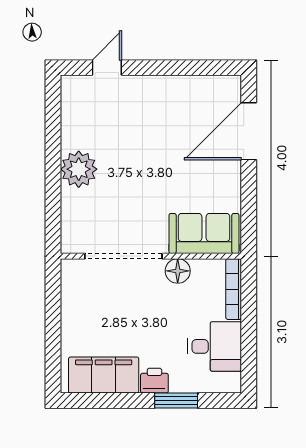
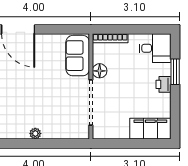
plant: (79, 169) -> (35, 134), width x0.53, depth x0.53
desk: (215, 346) -> (155, 48), moved, turned 90
filing cabinet: (104, 375) -> (150, 129), moved, turned 90

